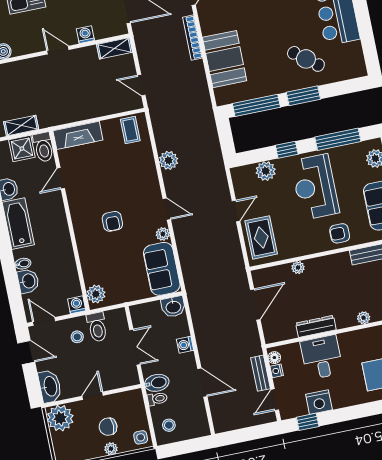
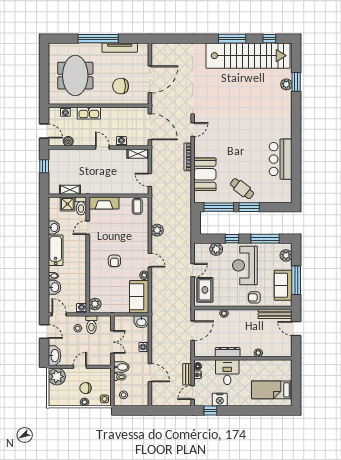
cafe table: (306, 59) -> (242, 189), moved

